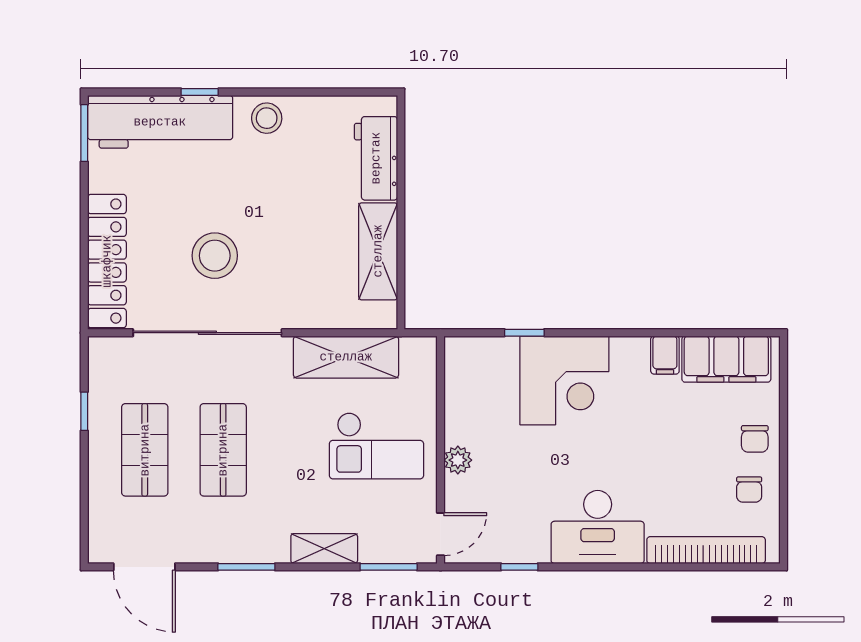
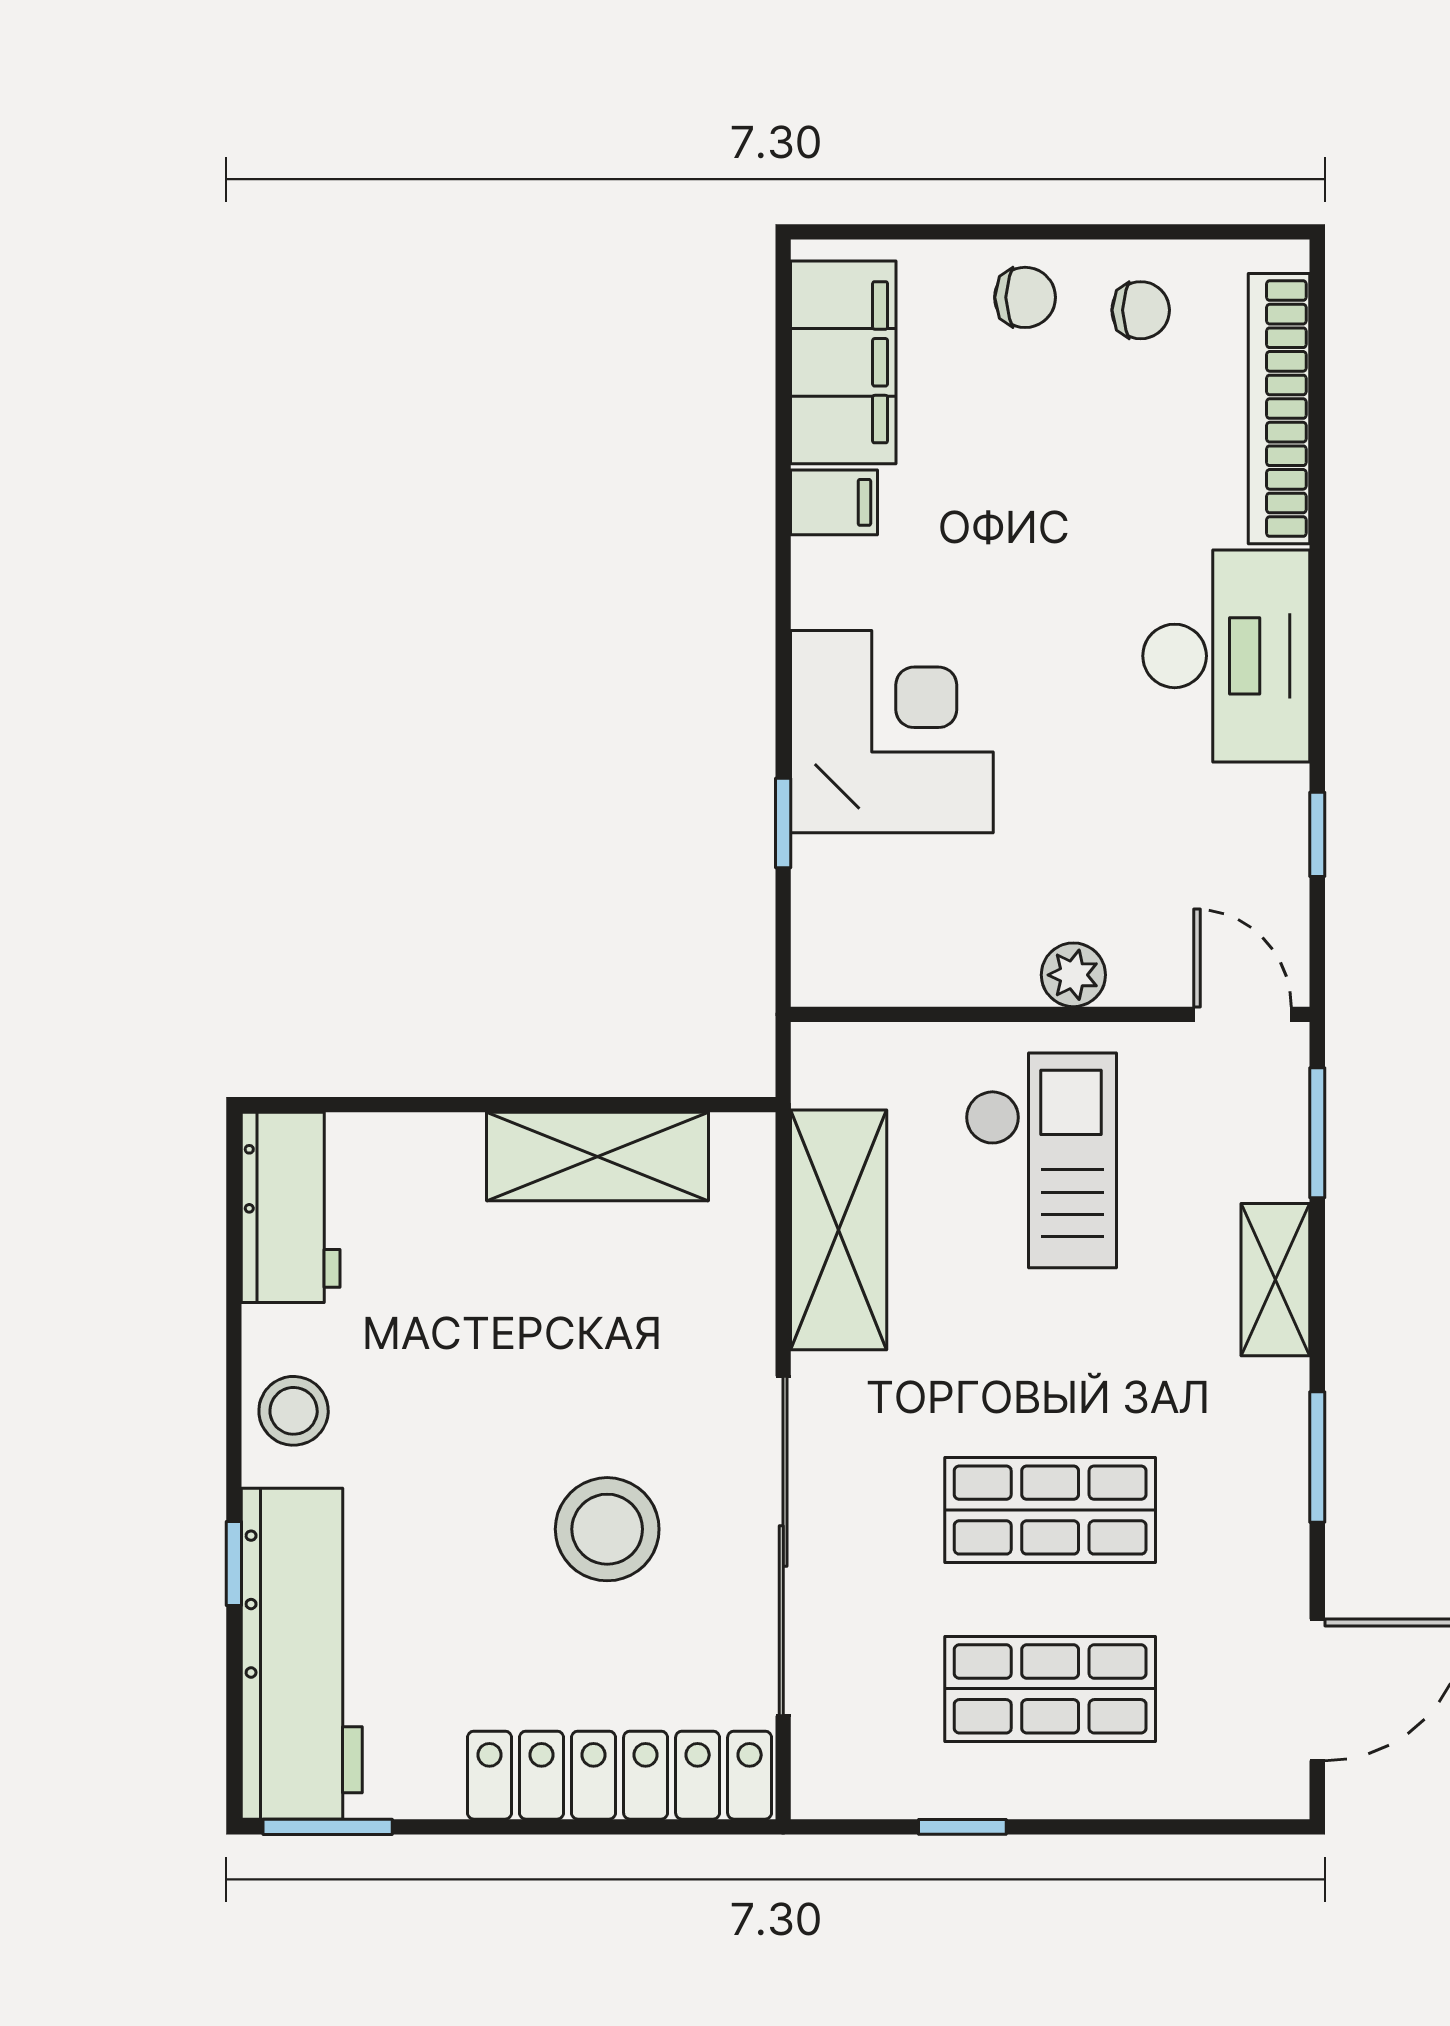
workbench: (376, 158) -> (291, 1207), moved, turned -90

